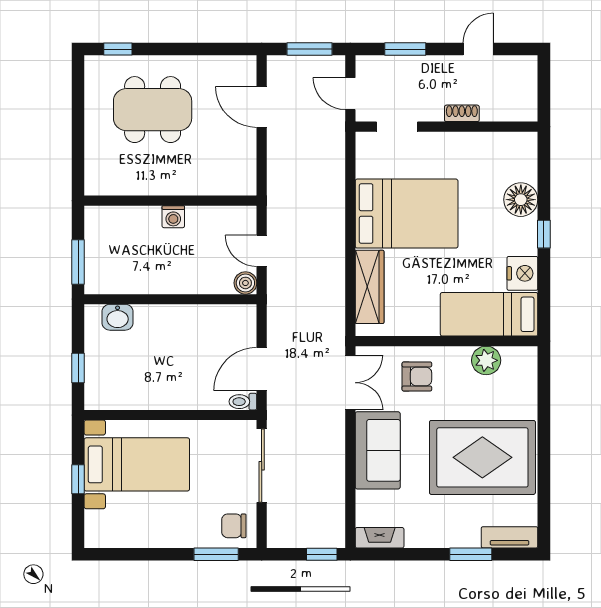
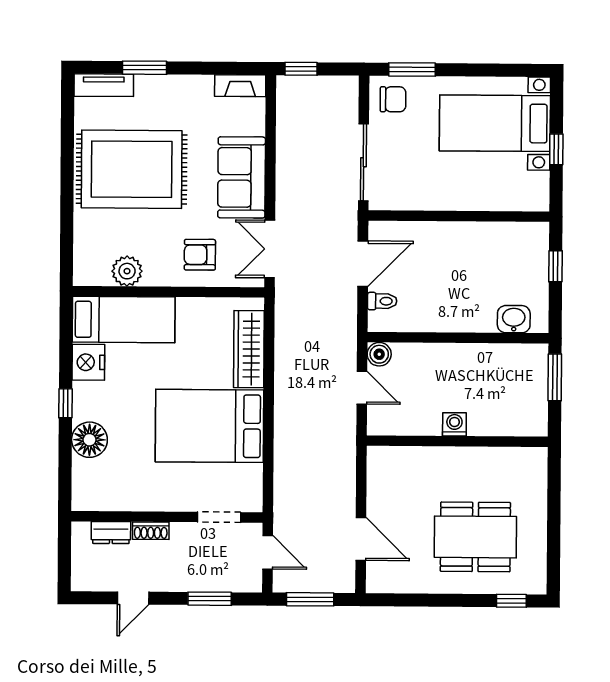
dresser: (500, 111) -> (111, 533), added
toilet: (243, 402) -> (382, 301), moved
bed with nightstands: (137, 464) -> (495, 123), moved

